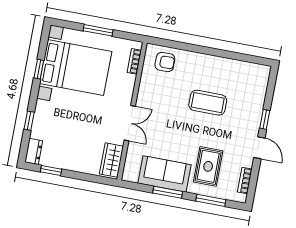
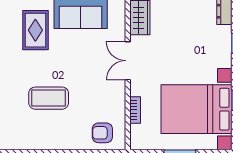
bookcase: (134, 61) -> (135, 110), moved

